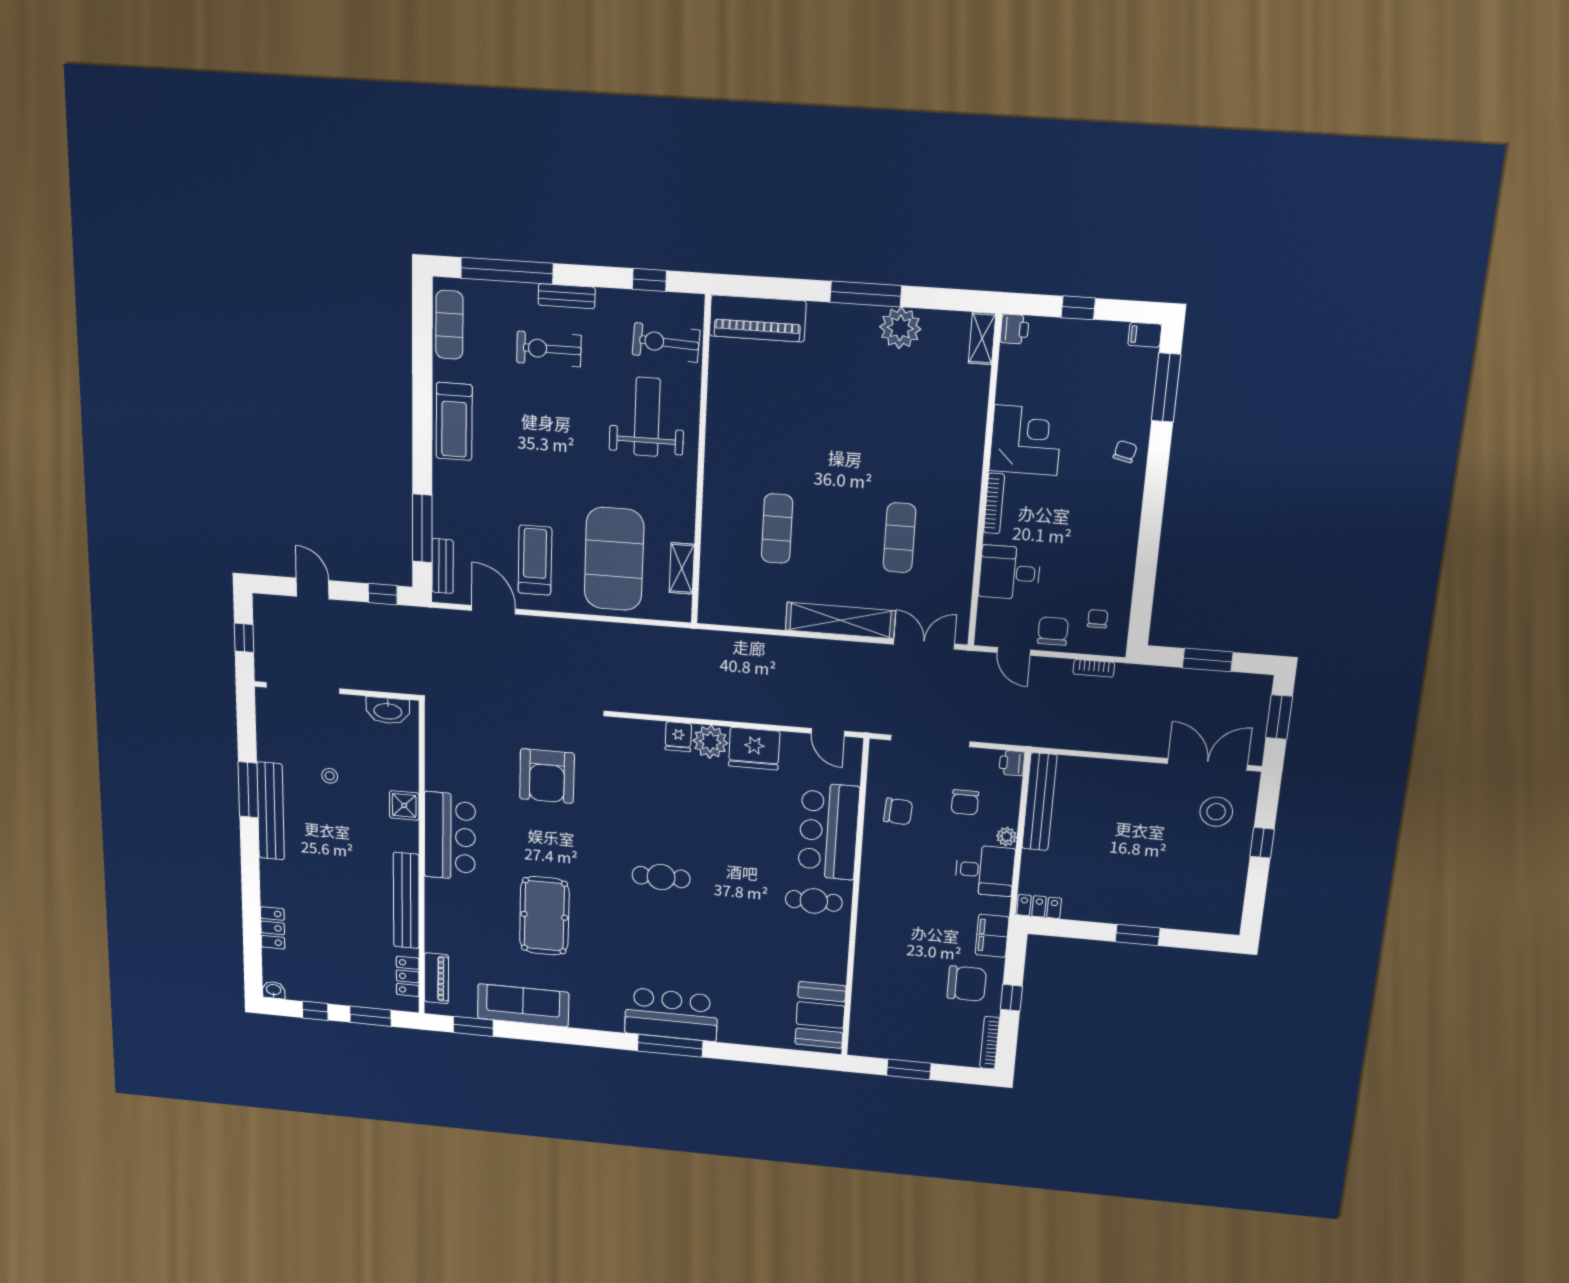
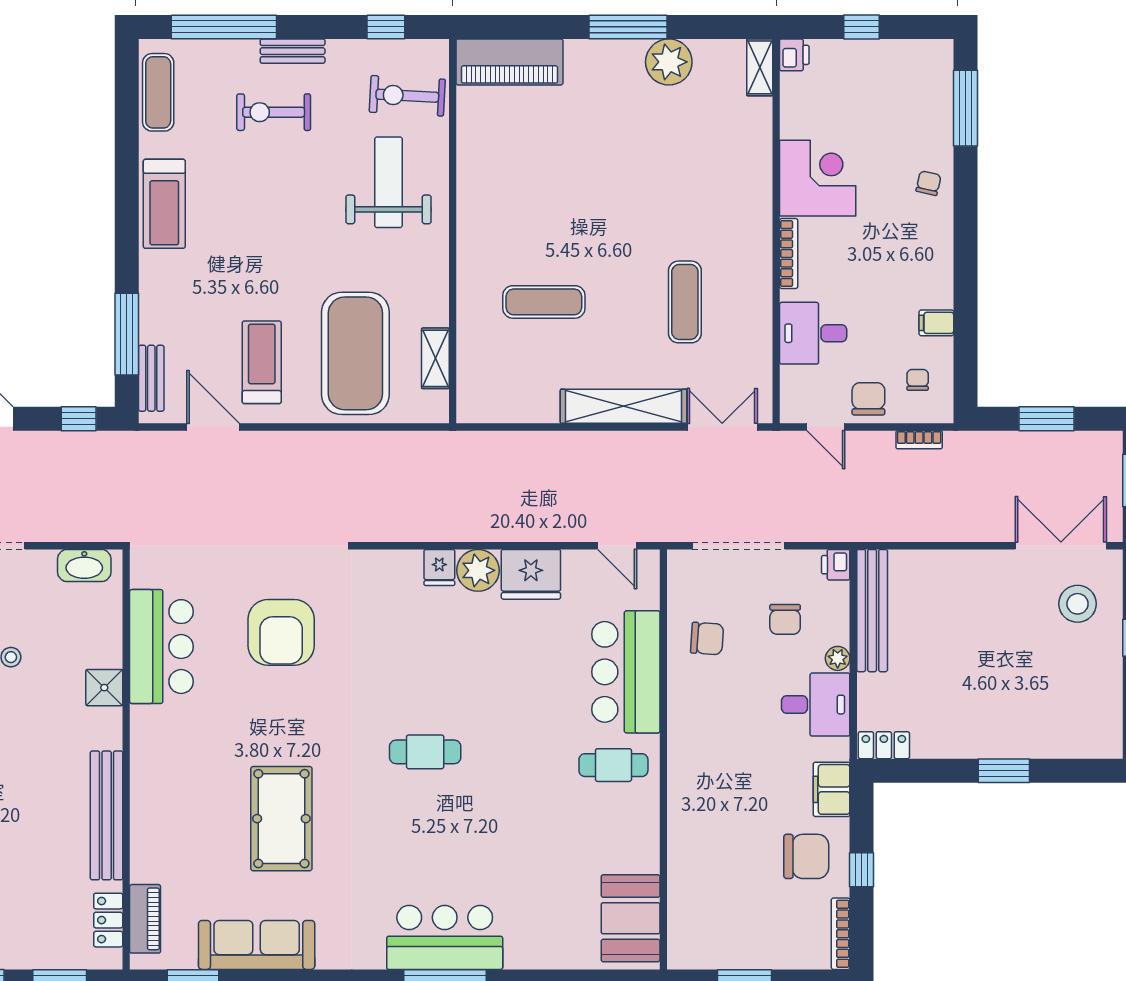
filing cabinet: (1145, 335) -> (936, 323), moved
exercise mat: (777, 529) -> (544, 302), turned 90
bar counter: (450, 836) -> (161, 647), moved

